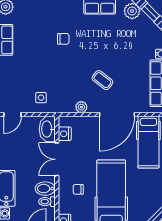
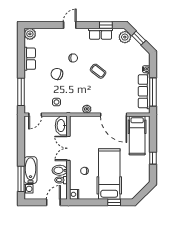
chair: (42, 60) -> (57, 74), added
coffee table: (102, 80) -> (98, 71), moved
door: (117, 115) -> (114, 115), hinge flipped
nightstand: (65, 134) -> (74, 129), removed

